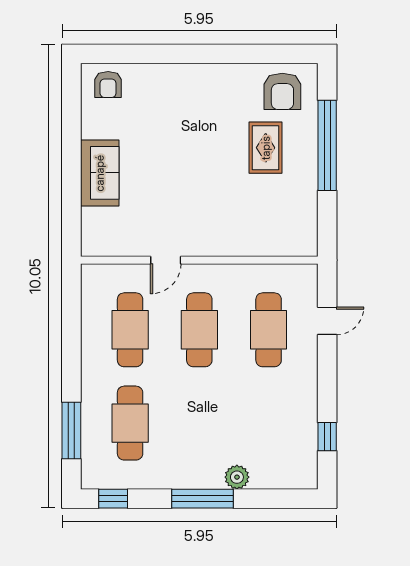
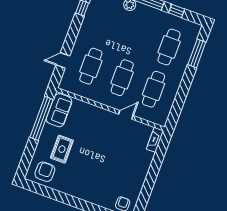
window: (327, 145) -> (41, 118), moved
sofa: (100, 173) -> (59, 110), moved, turned 180
fireplace: (91, 232) -> (155, 140), added
window: (113, 499) -> (177, 11), moved

